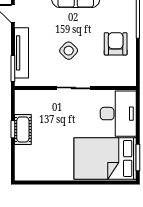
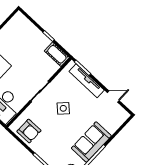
armchair: (116, 44) -> (29, 131), moved
cot: (23, 129) -> (57, 54), moved

